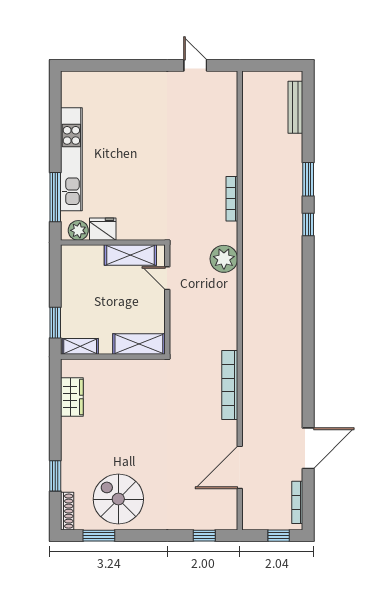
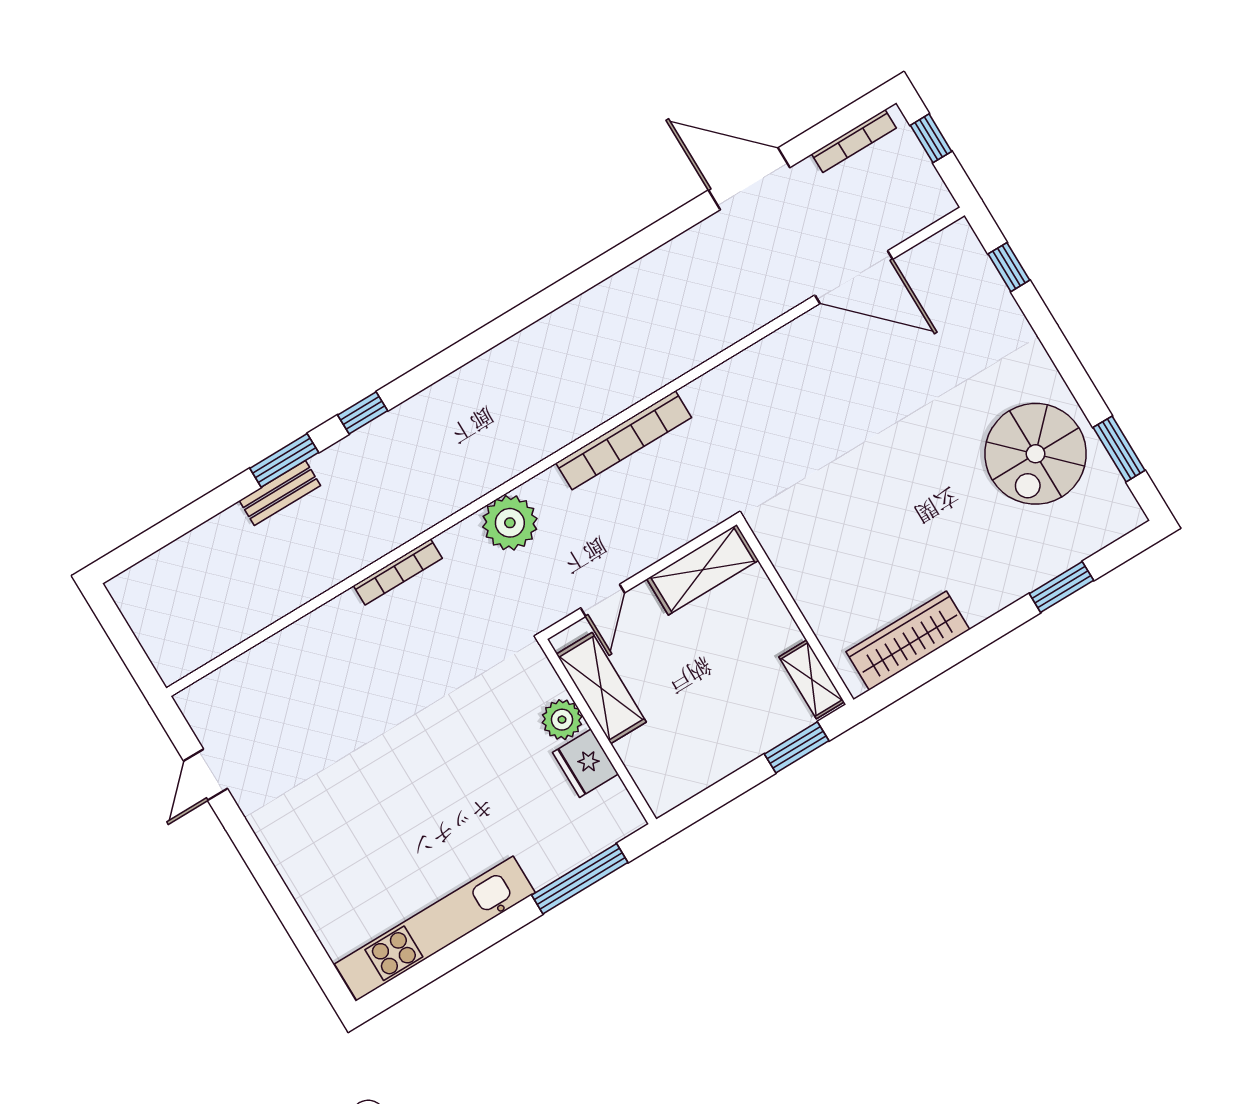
bench: (295, 107) -> (280, 493), moved, width x0.73
kitchen unit: (71, 159) -> (435, 928), moved
plant: (78, 230) -> (562, 720), moved
shelving: (139, 344) -> (703, 570), moved, turned 90
bookcase: (230, 385) -> (624, 440), moved
wardrobe: (72, 397) -> (908, 641), width x1.50
shoe rack: (67, 511) -> (1110, 529), removed

